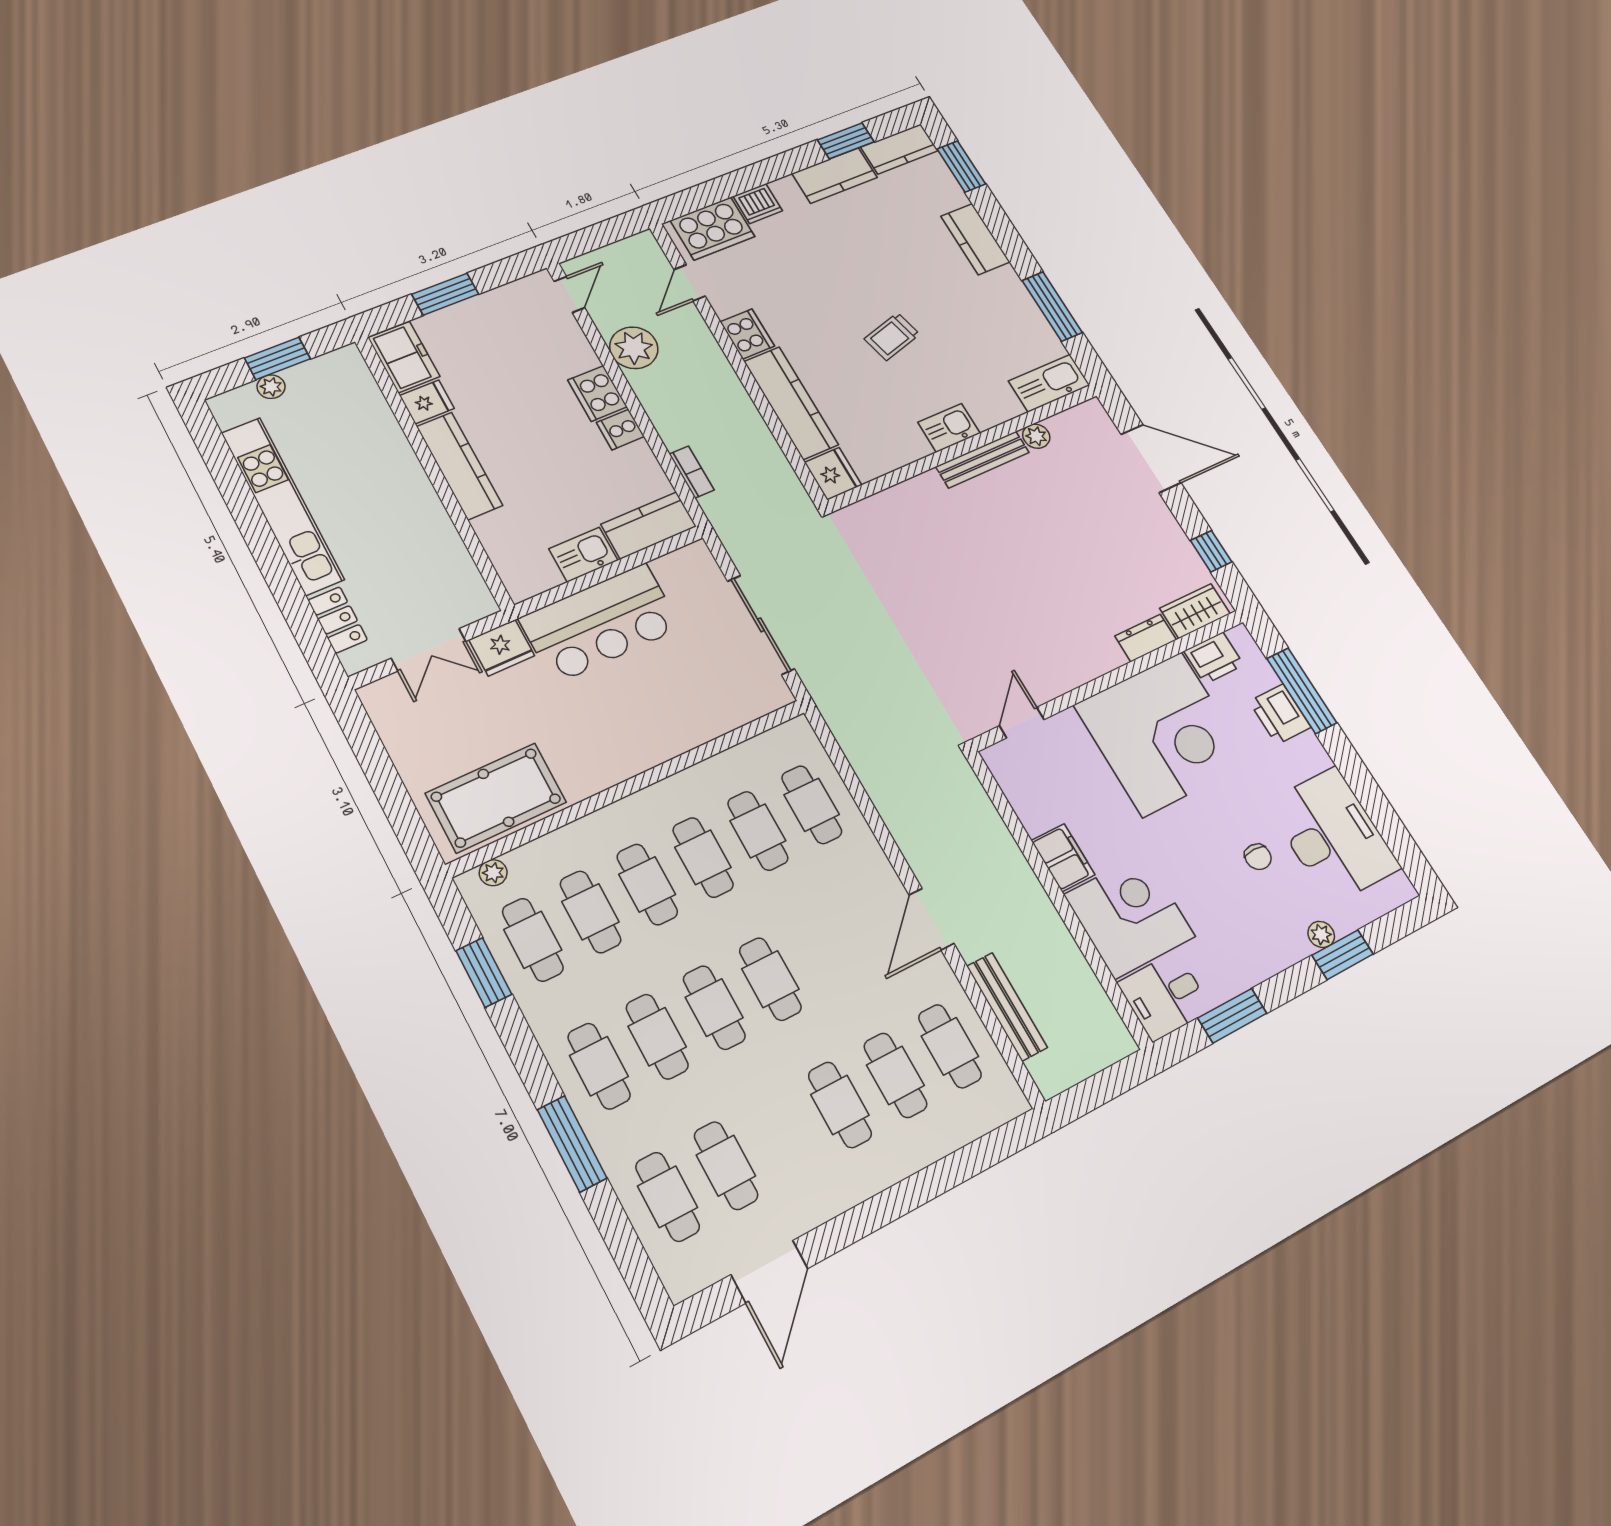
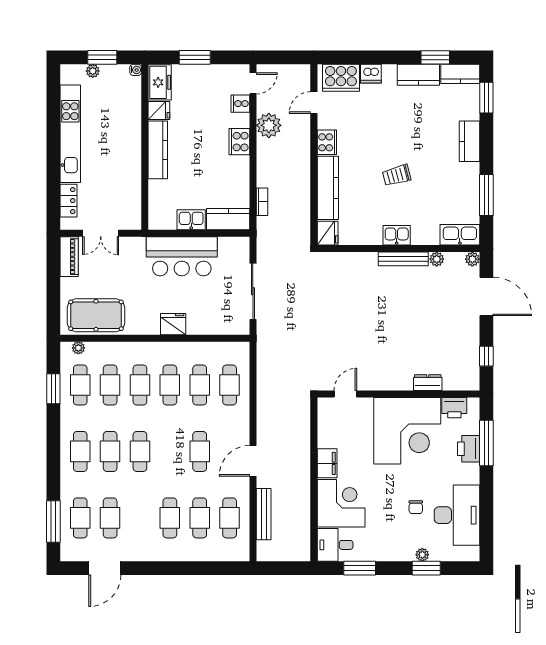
water cooler: (350, 354) -> (136, 70), added
plant: (1092, 411) -> (472, 259), added
cooker: (620, 429) -> (240, 104), moved
wardrobe: (1195, 611) -> (460, 381), removed
fridge: (502, 648) -> (173, 324), moved, turned 180
piano: (390, 717) -> (69, 257), added
cafe table: (770, 979) -> (200, 451), moved
window: (572, 1144) -> (53, 521), moved

